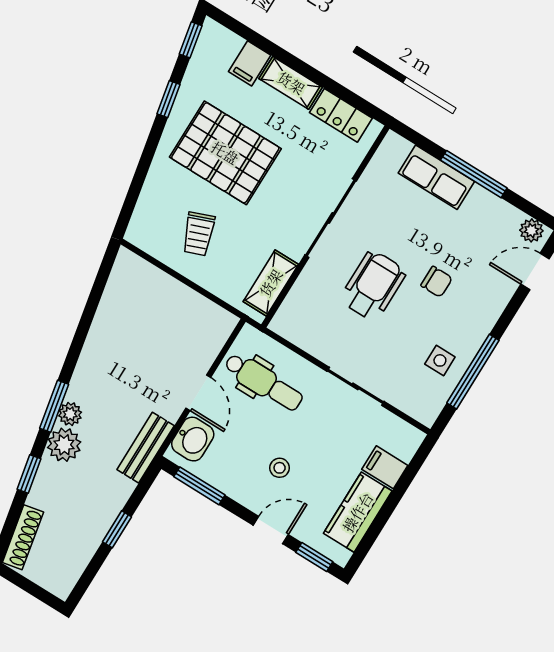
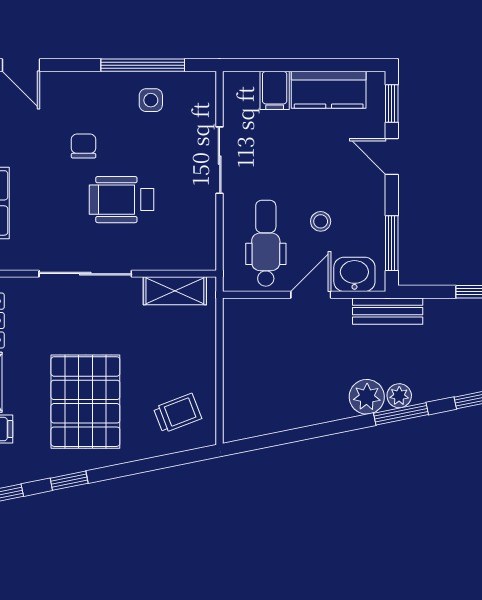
trolley: (199, 234) -> (177, 413), moved
plant: (64, 445) -> (367, 397), moved
stool: (280, 468) -> (321, 221), moved

